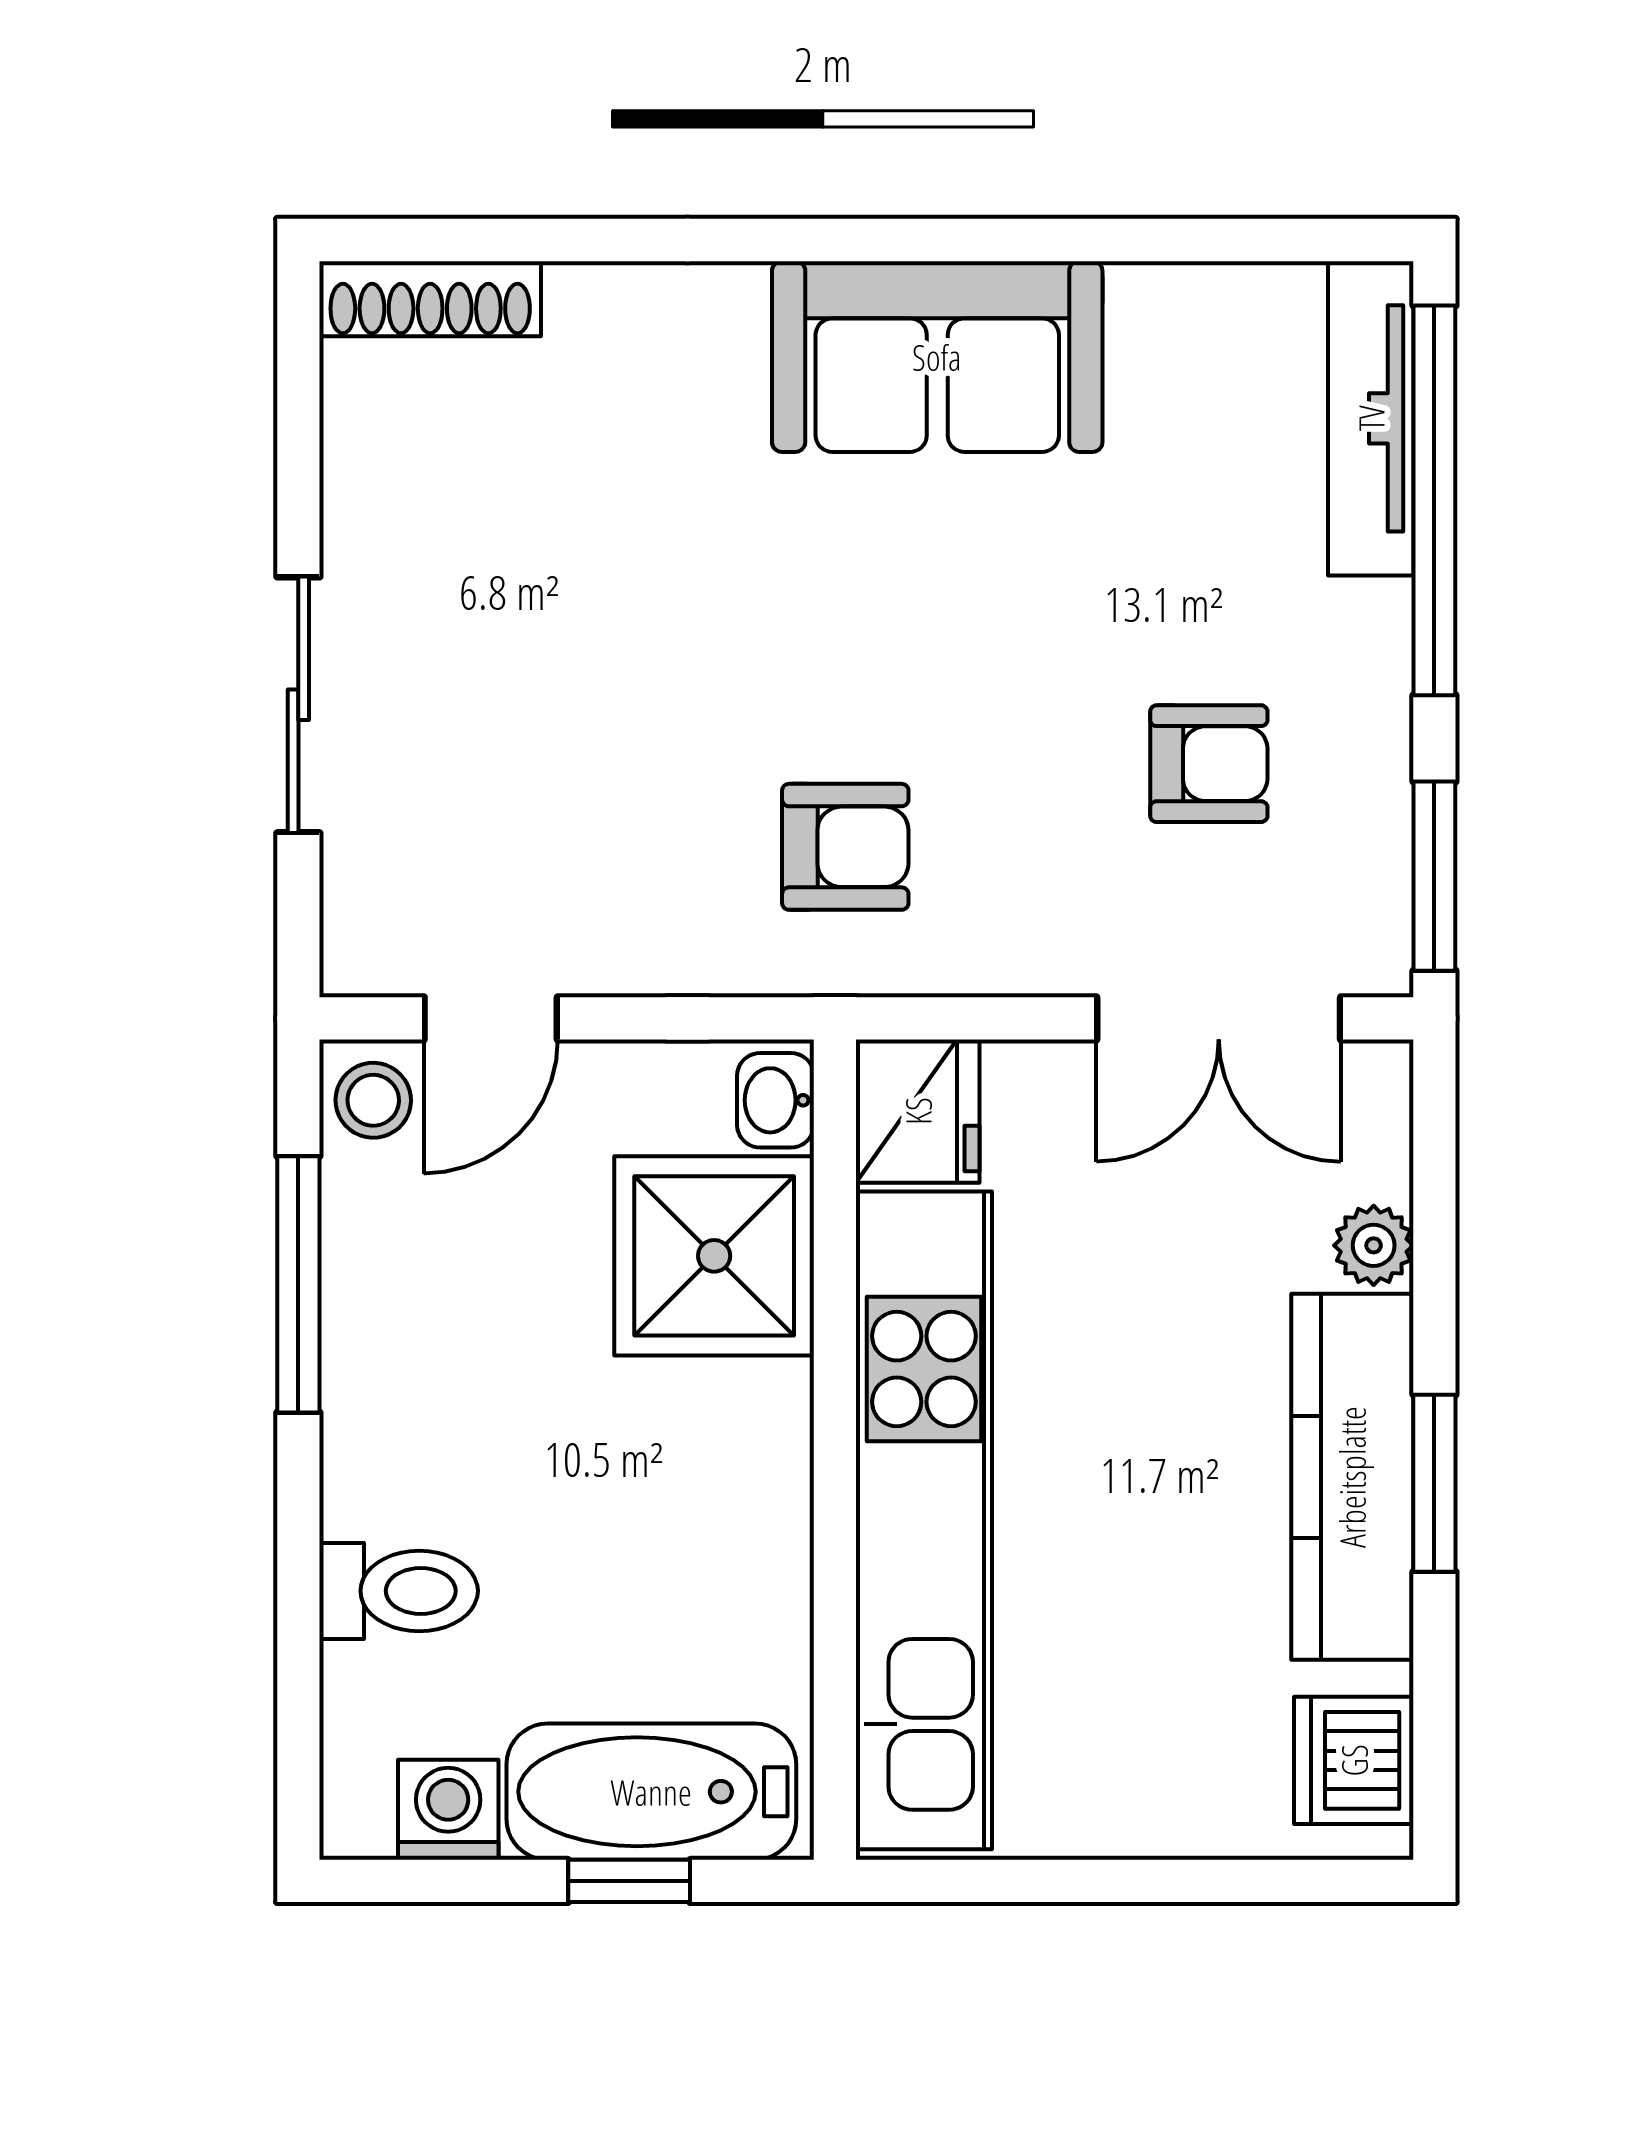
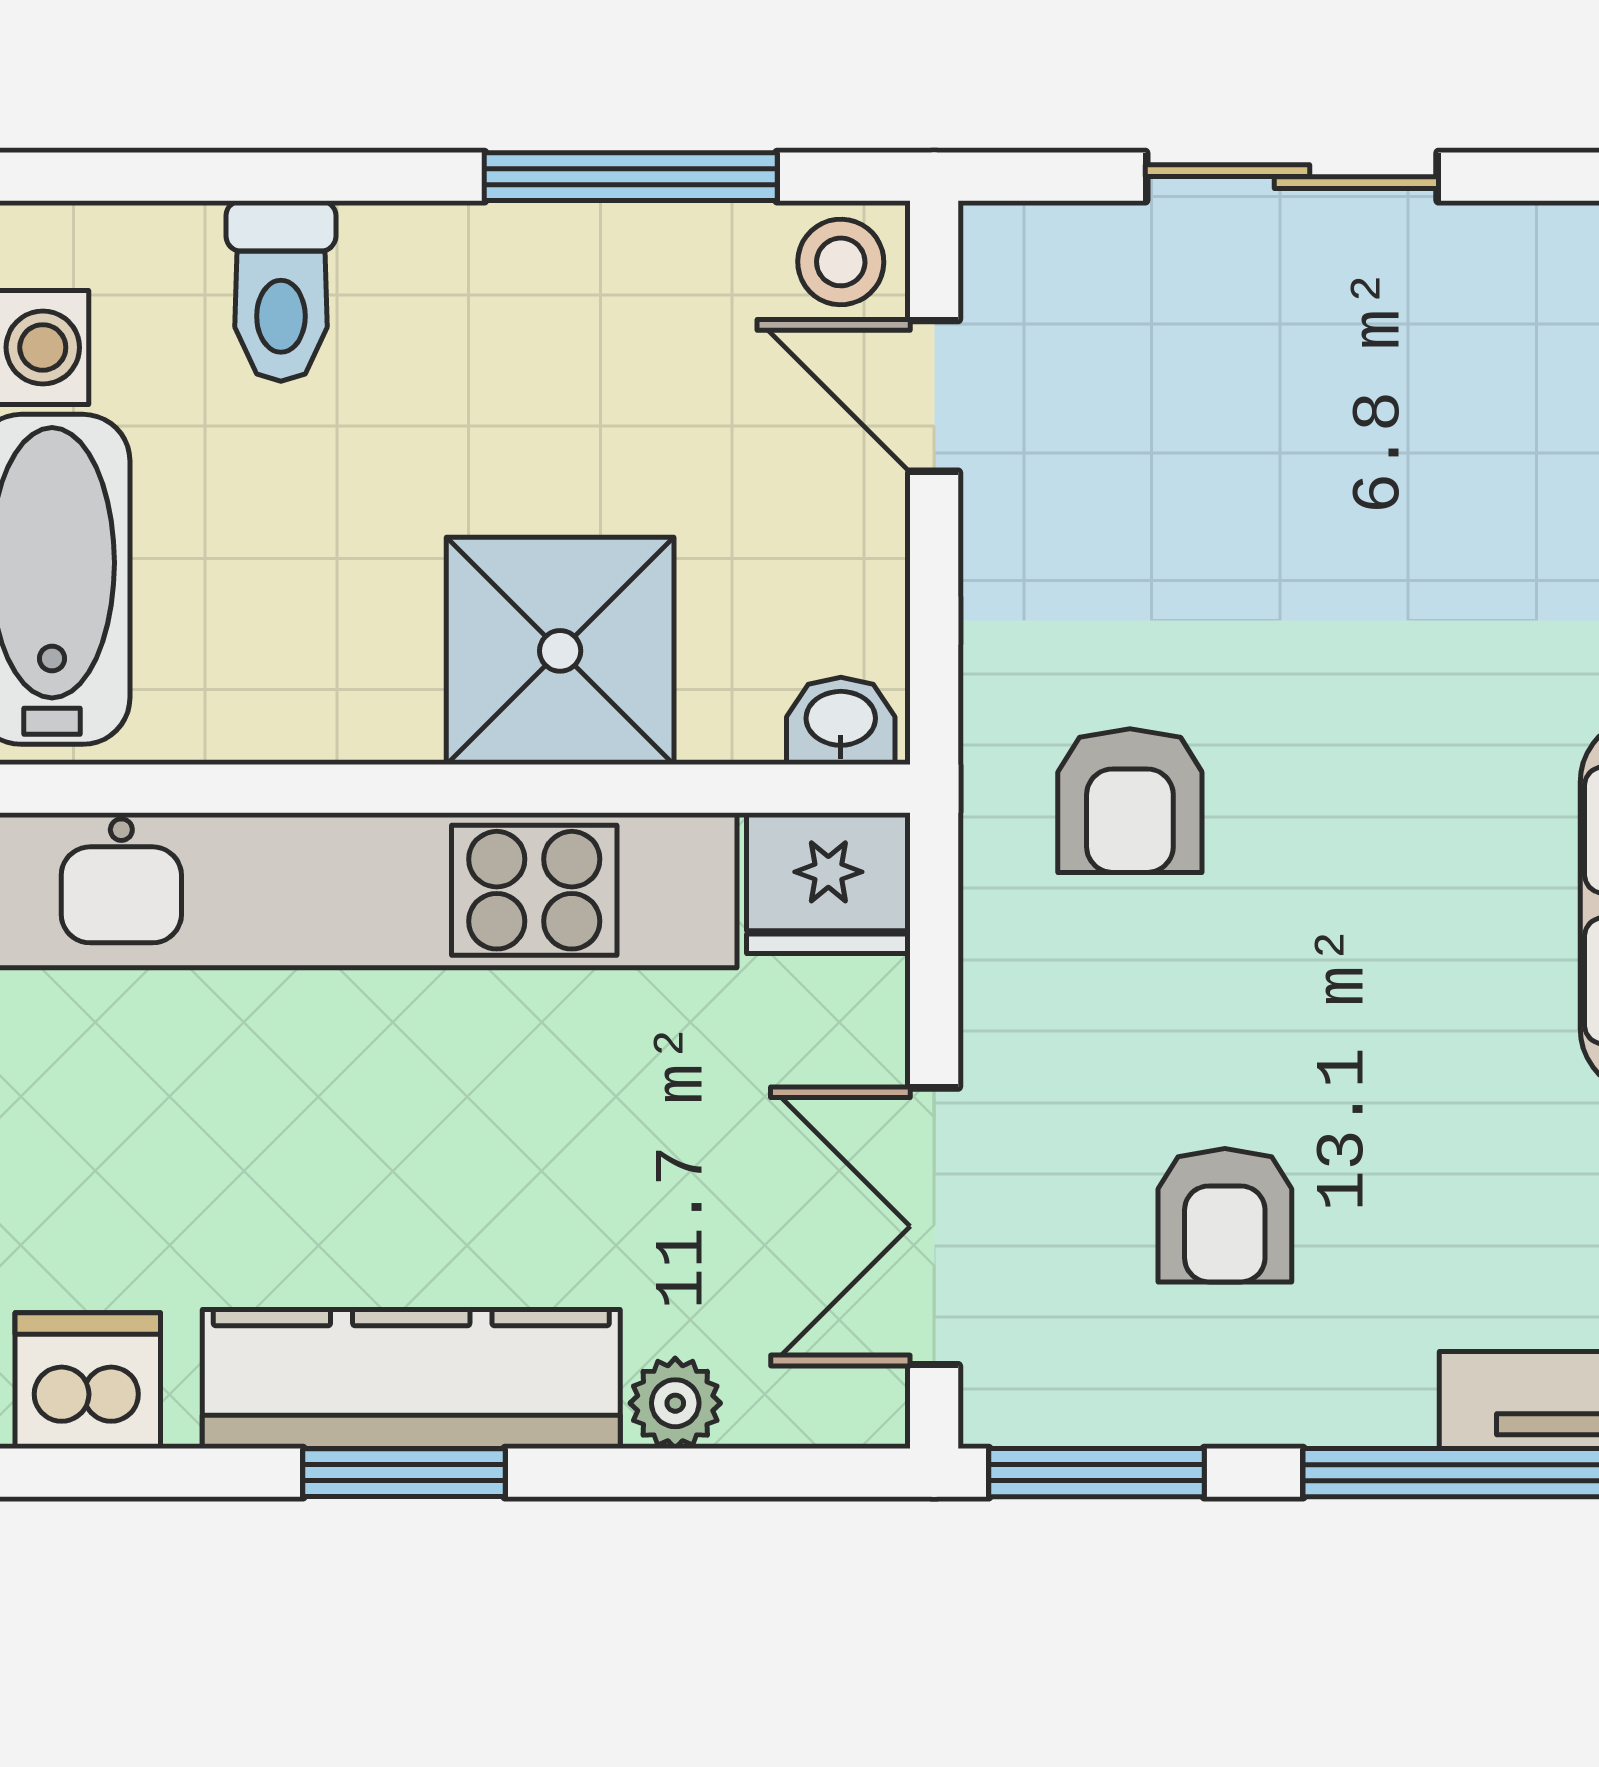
shower: (714, 1256) -> (560, 651), moved

